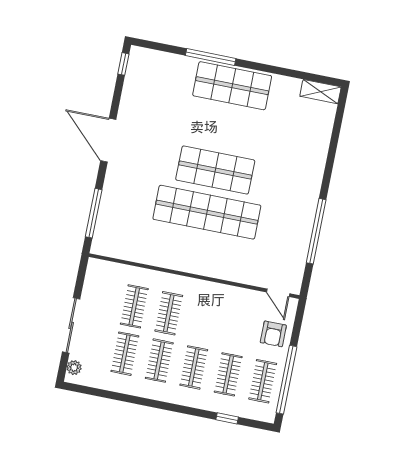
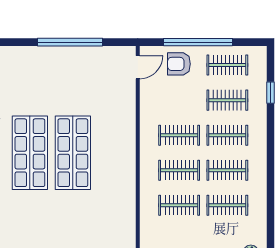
shop shelf: (207, 212) -> (73, 153), width x0.71
clothes rail: (203, 320) -> (179, 135), added
armchair: (273, 334) -> (179, 64), turned 180
window: (286, 380) -> (198, 42), moved

